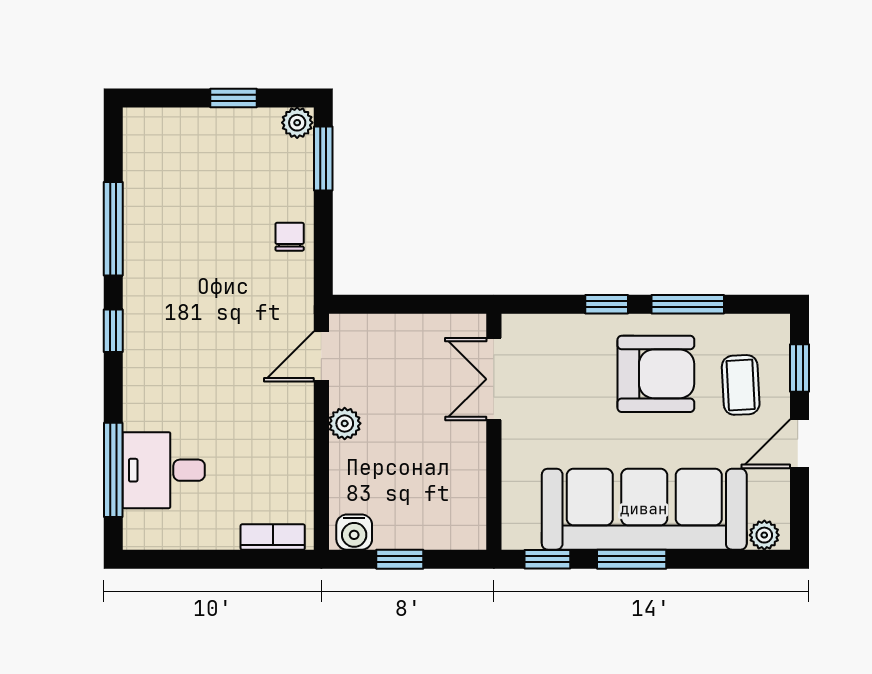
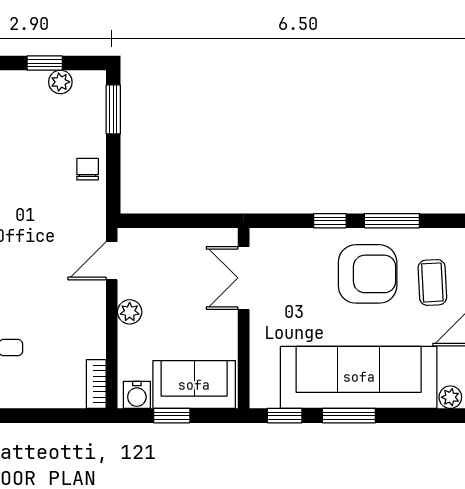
plant: (297, 123) -> (60, 82), moved
sofa: (429, 519) -> (194, 385), added
bookcase: (273, 537) -> (96, 384), moved, turned -90

